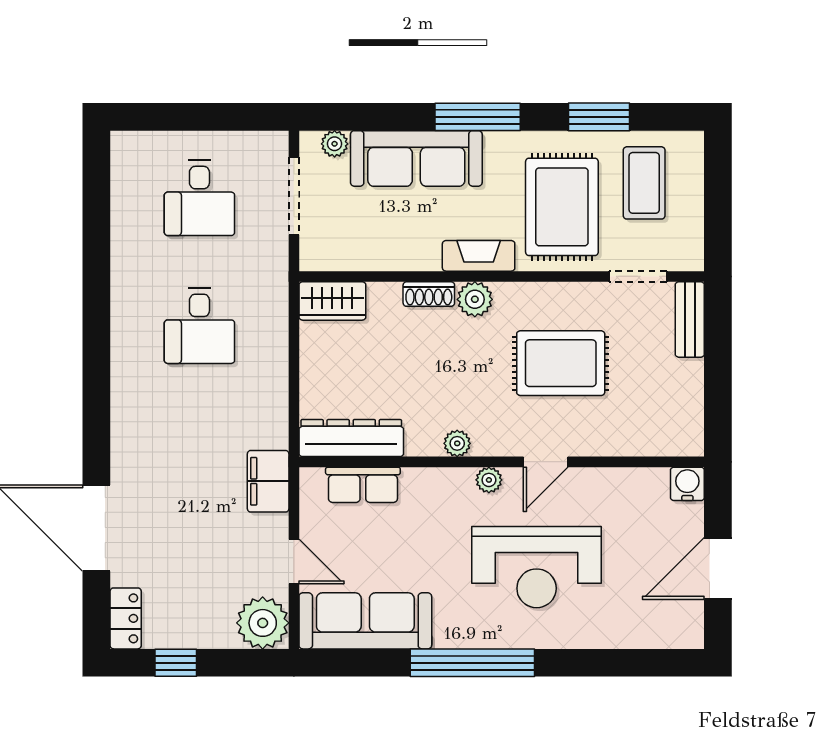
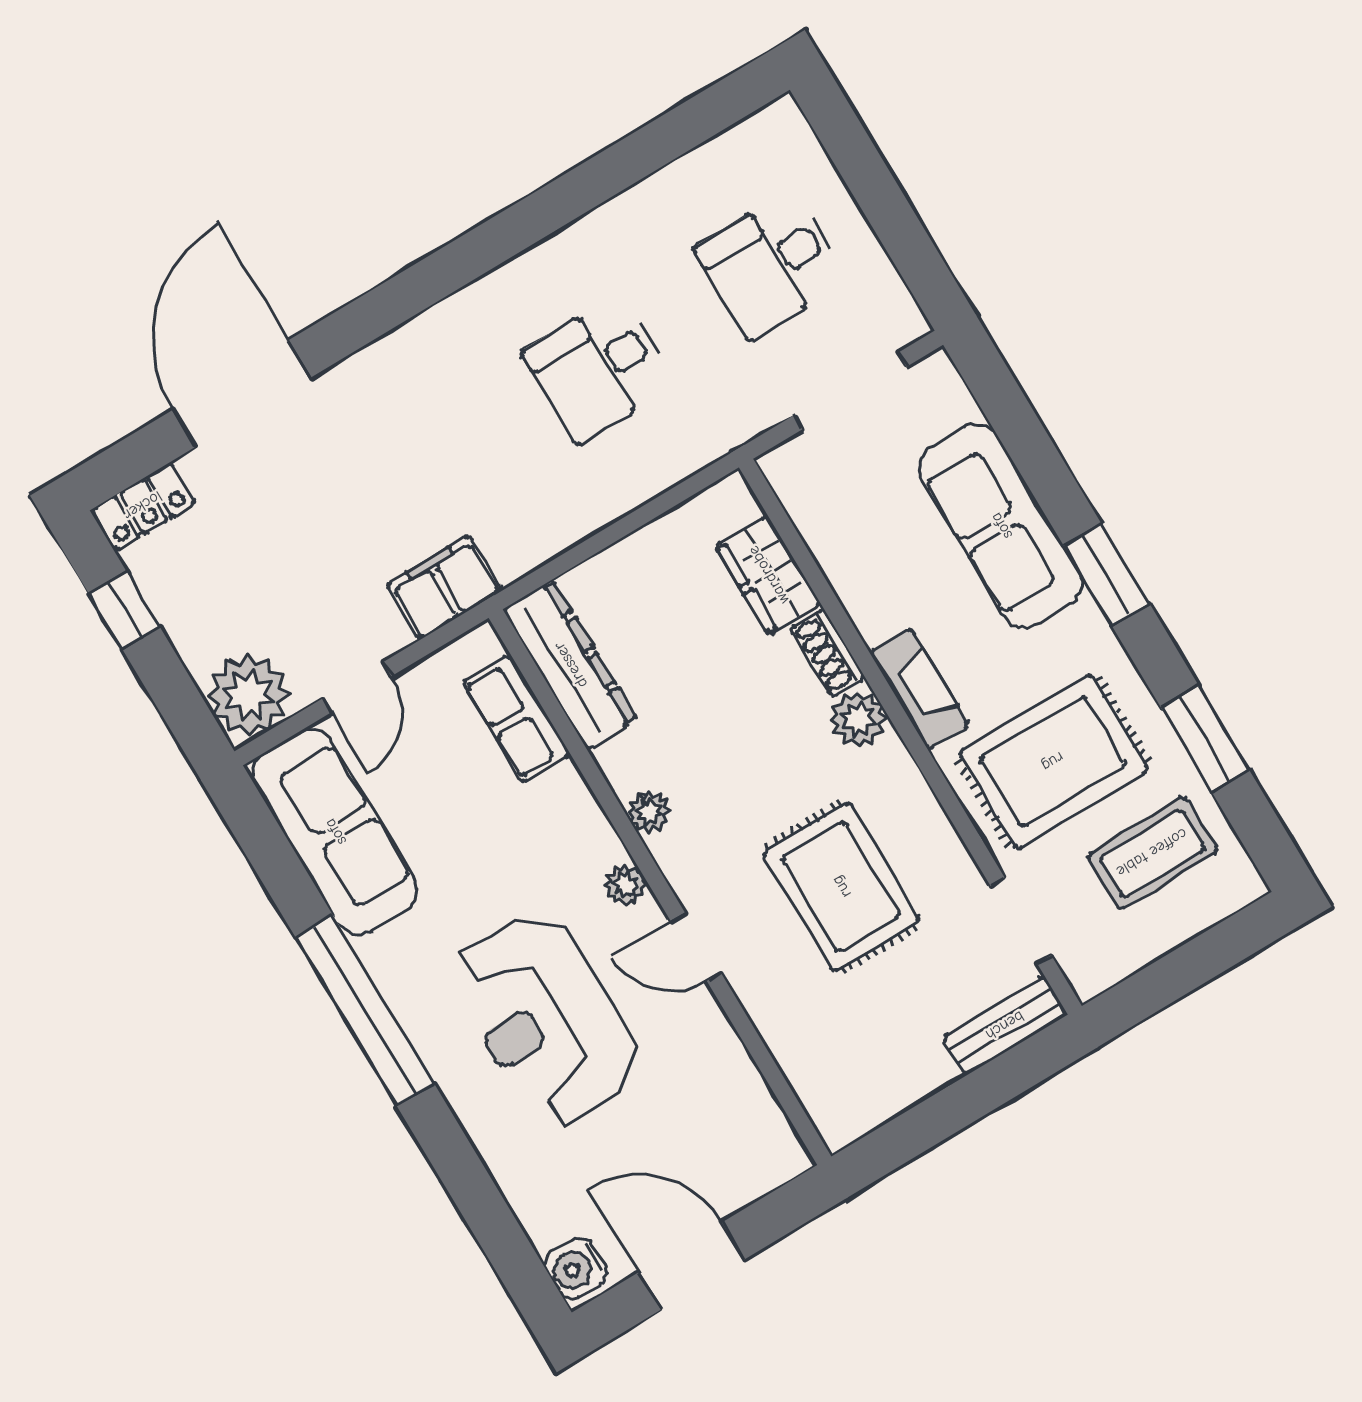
window: (478, 117) -> (1107, 575), width x0.69
plant: (335, 144) -> (954, 403), removed
wardrobe: (332, 301) -> (768, 575), moved
water cooler: (687, 484) -> (576, 1268), moved, turned 180

